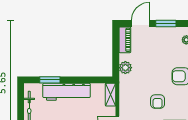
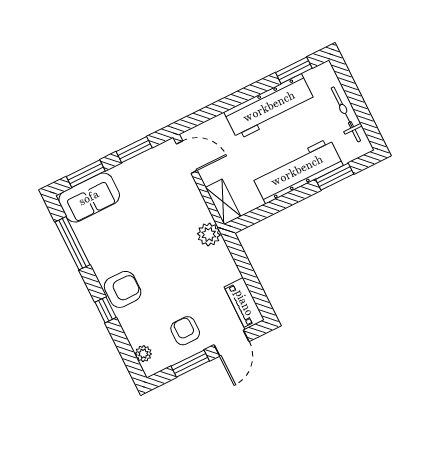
plant: (125, 68) -> (209, 234), moved
armchair: (158, 102) -> (185, 331), moved

